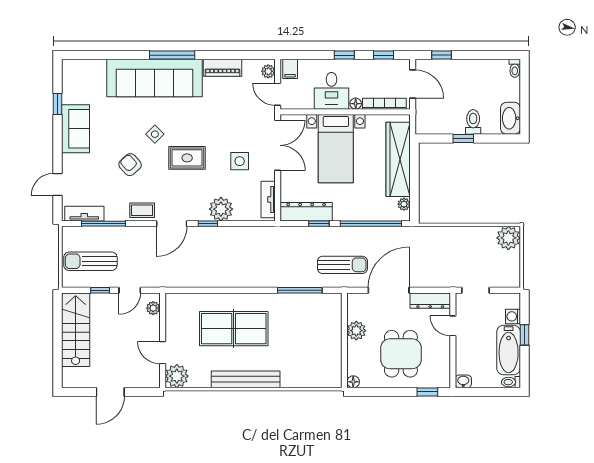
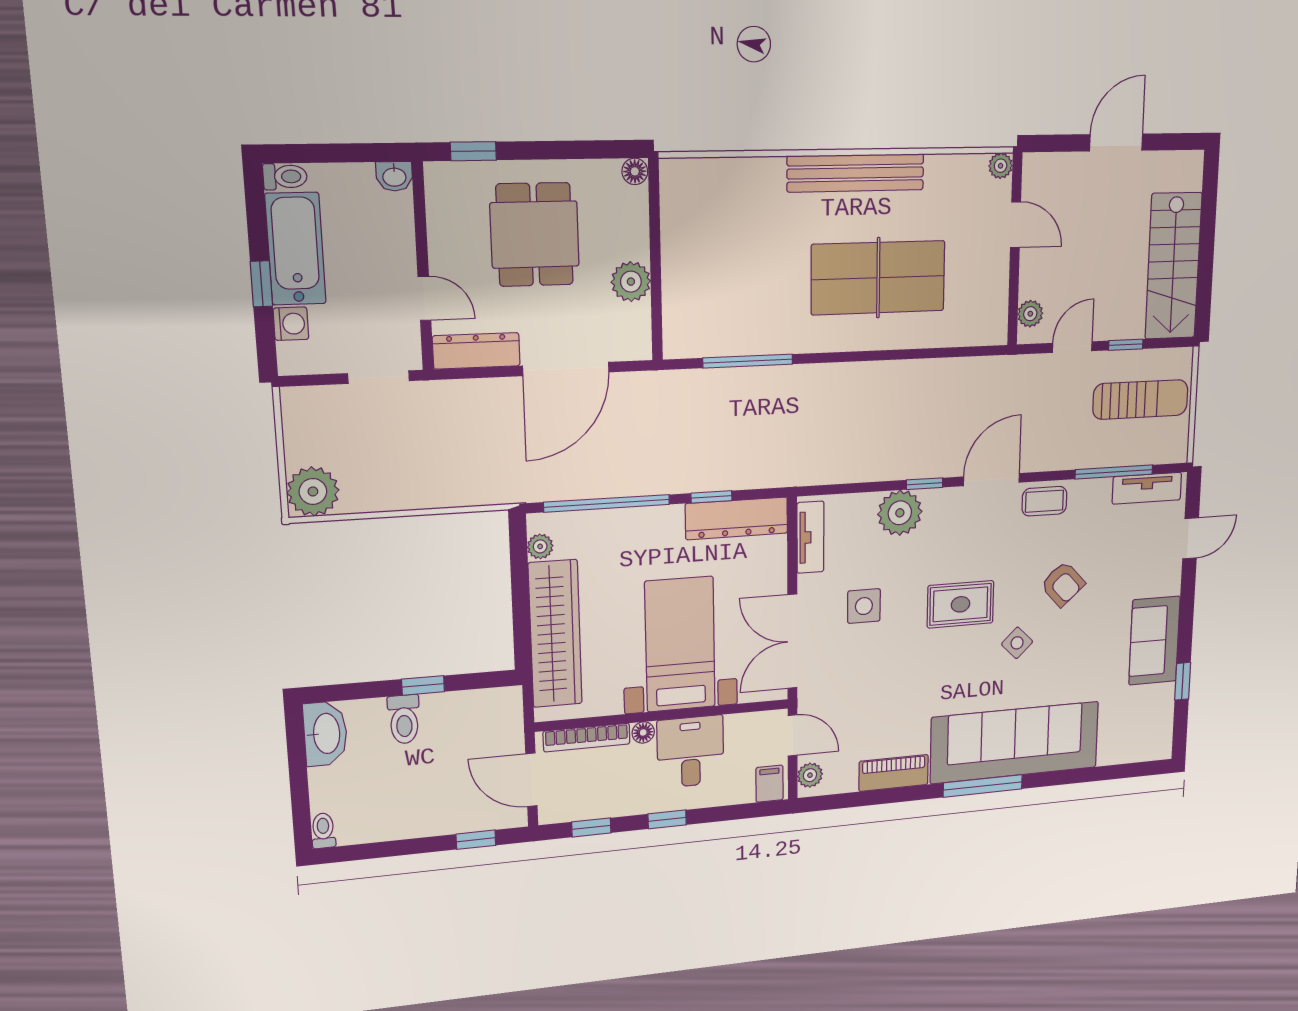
sun lounger: (342, 265) -> (663, 417), removed
plant: (177, 376) -> (1001, 166), width x0.53, depth x0.53

